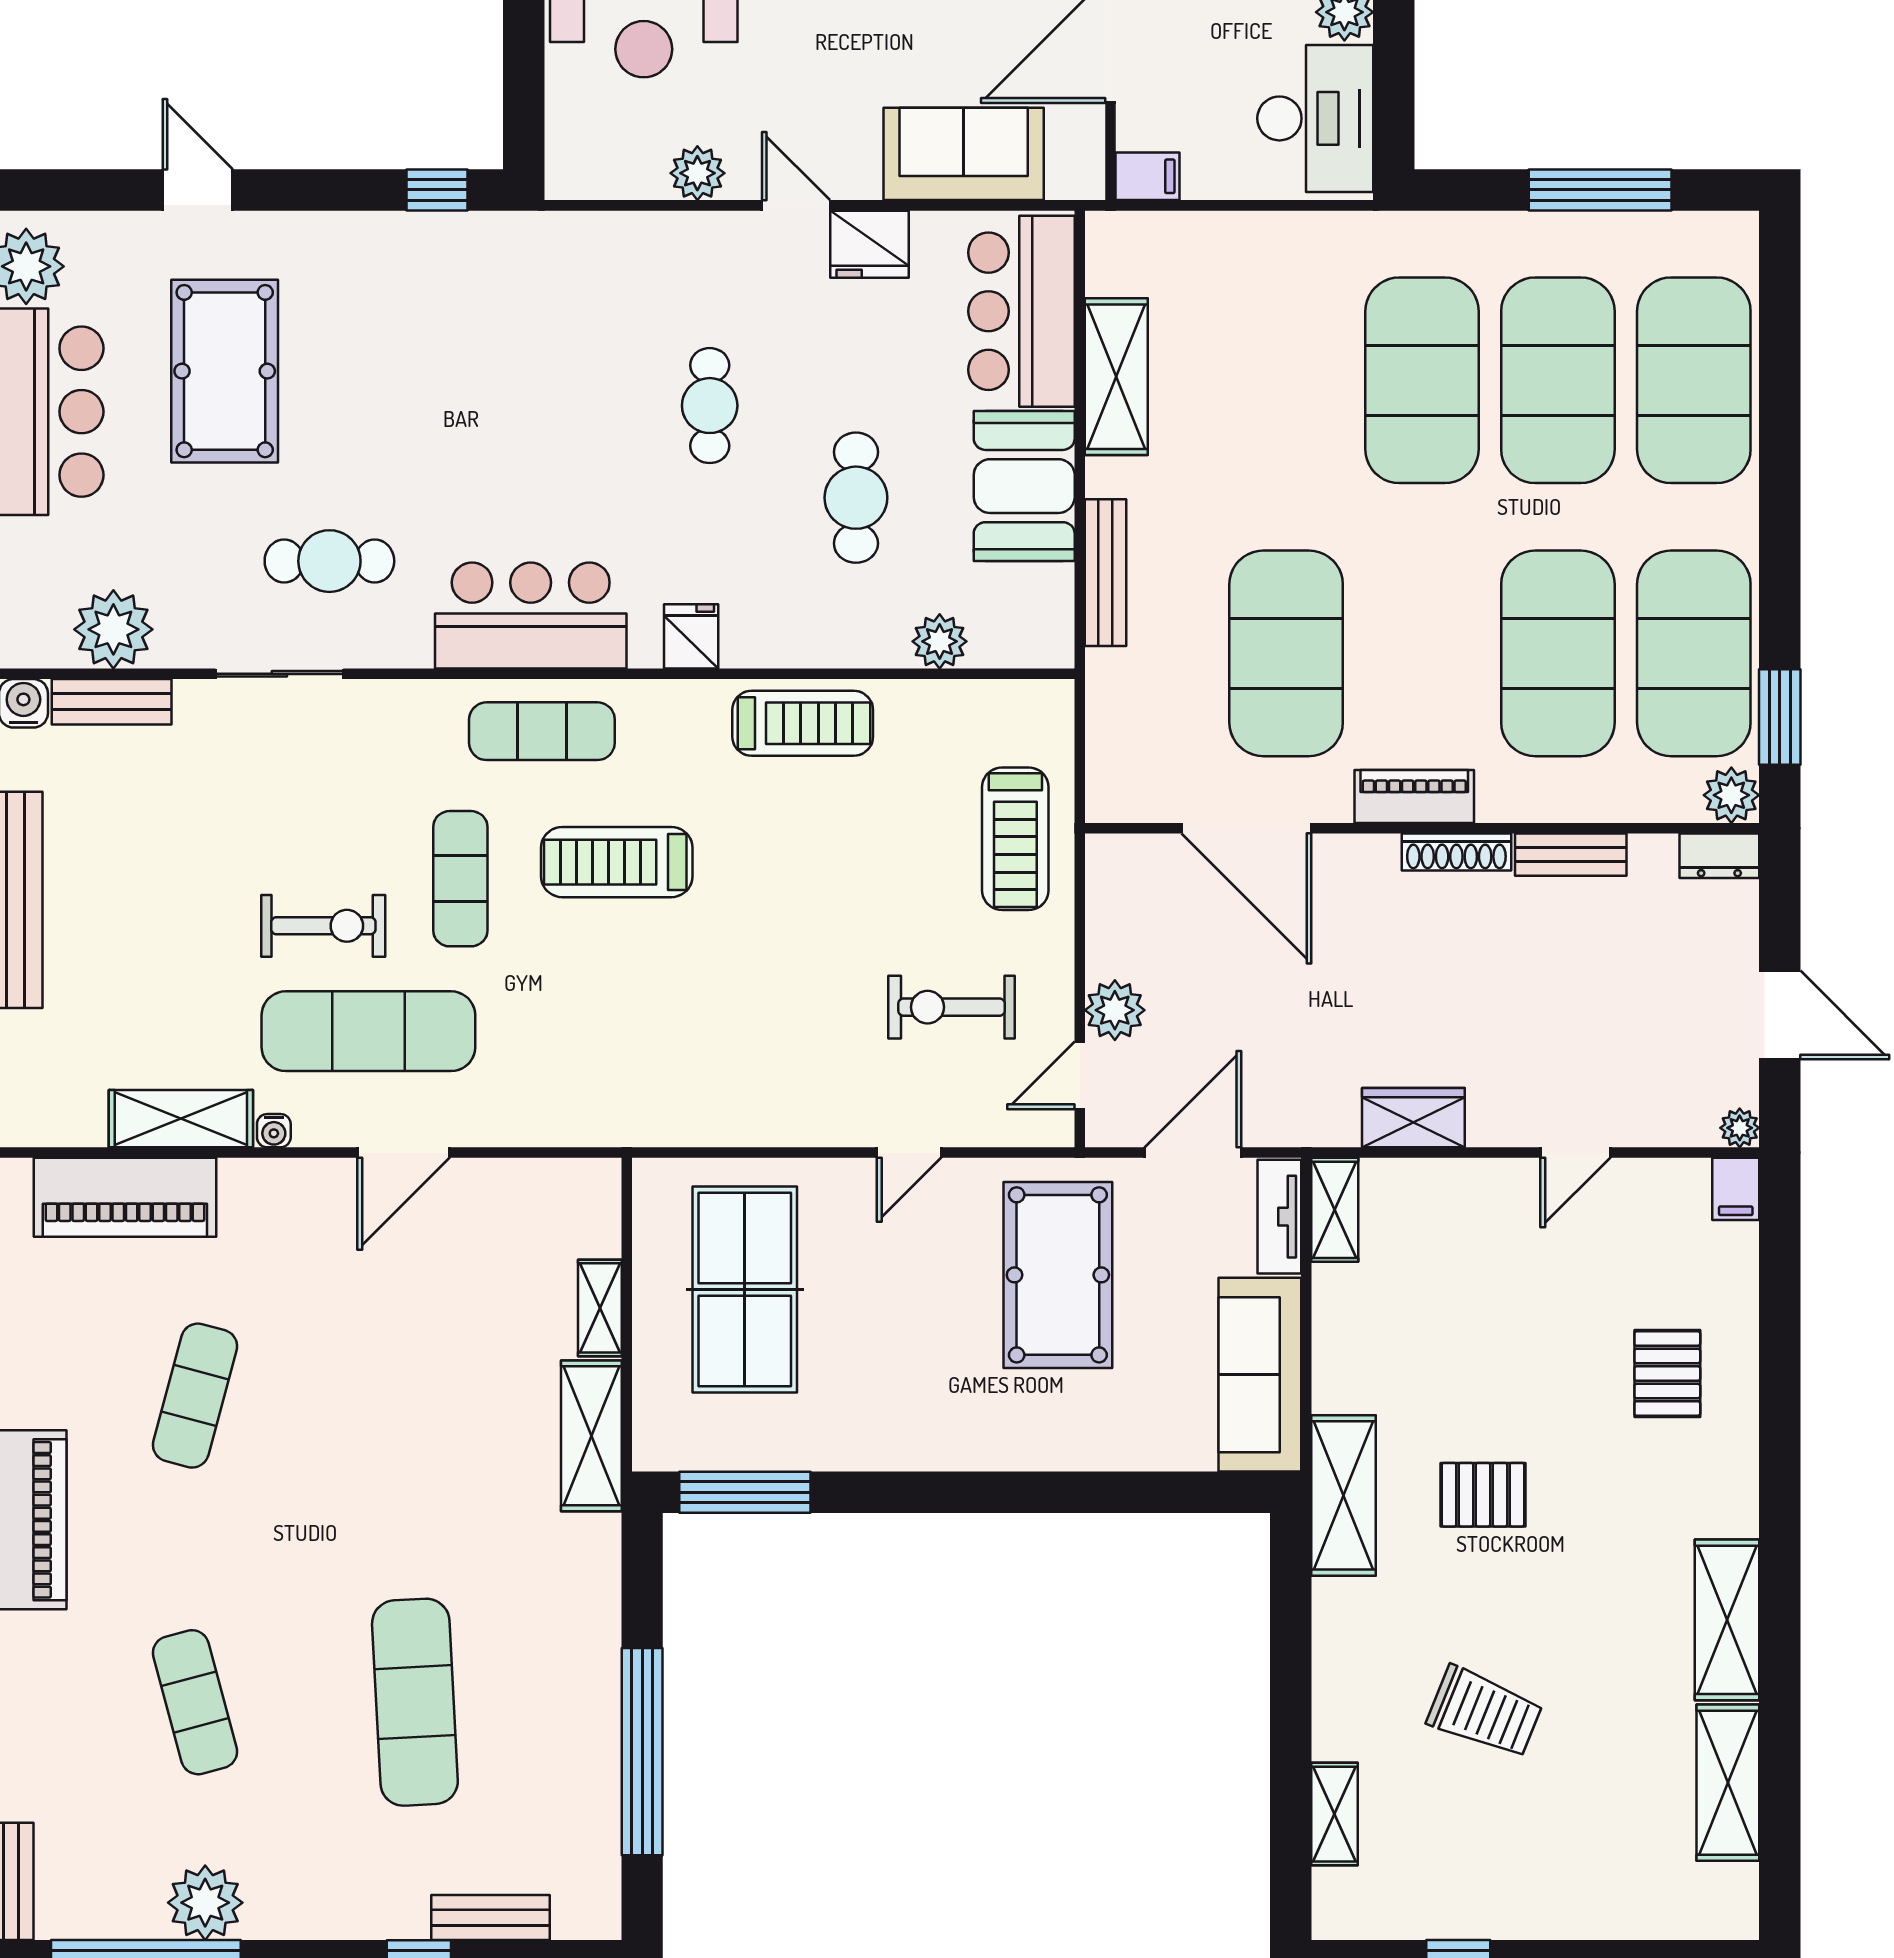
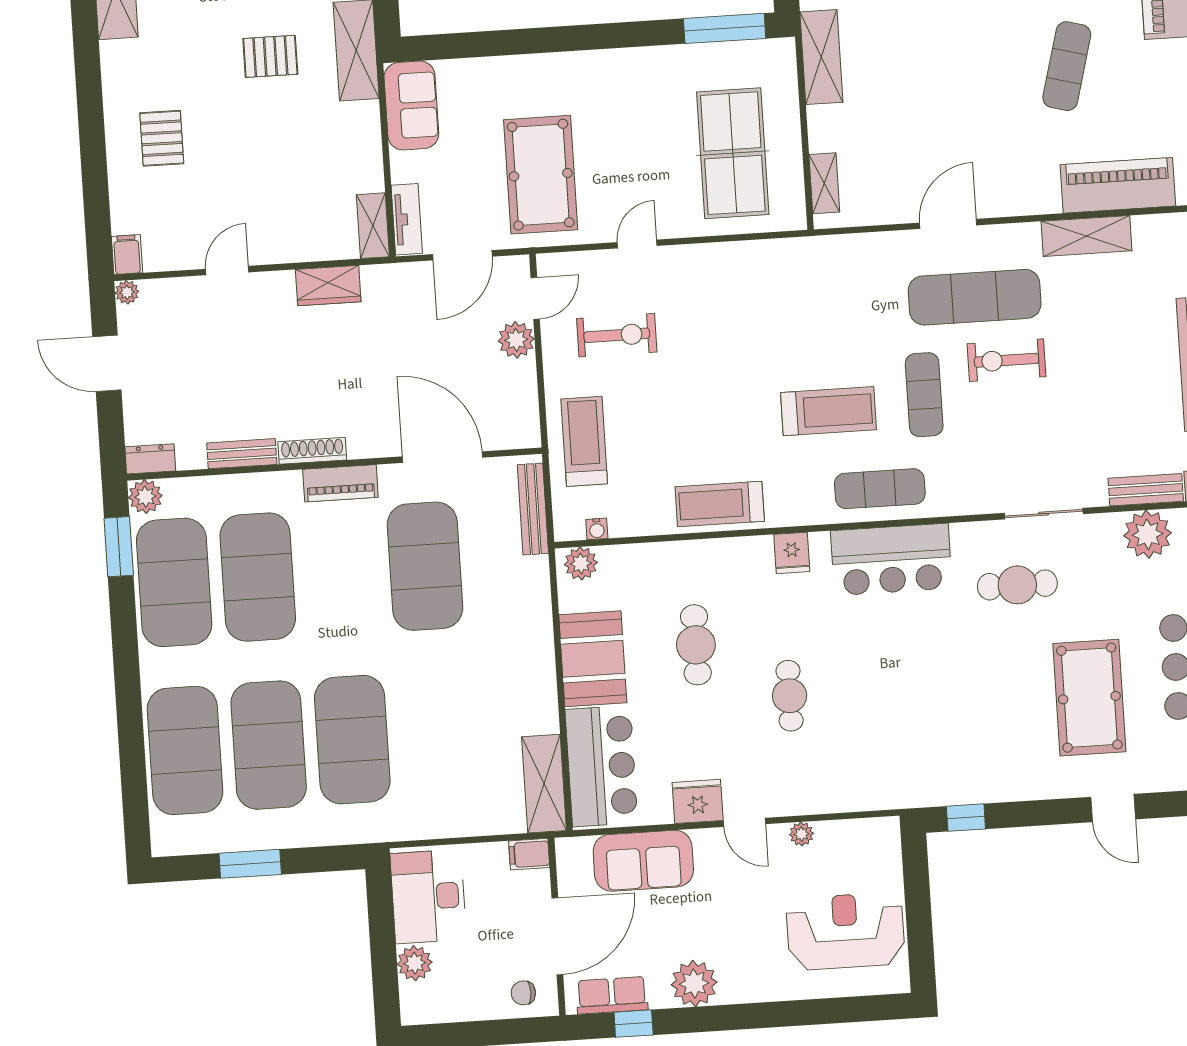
plant: (697, 173) -> (801, 834), width x0.73, depth x0.73
window: (1600, 190) -> (250, 864), width x0.69
shelving: (1116, 377) -> (544, 784), moved
bench: (1105, 573) -> (533, 509), moved
plant: (940, 641) -> (581, 563), moved
water cooler: (274, 1131) -> (597, 529), moved, turned 180
shelving: (600, 1308) -> (824, 183), moved
sofa: (1260, 1375) -> (411, 105), width x0.73

